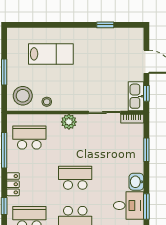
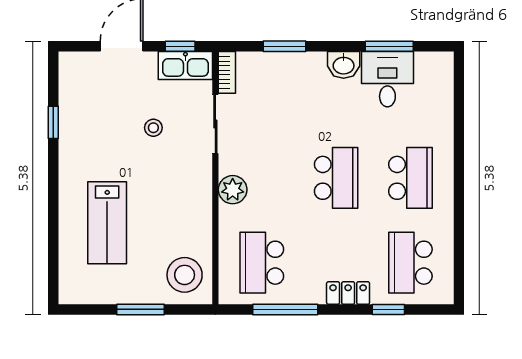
lab bench: (51, 54) -> (107, 223), turned 180
stool: (47, 102) -> (153, 128), moved
school desk: (75, 178) -> (336, 178), turned 180

